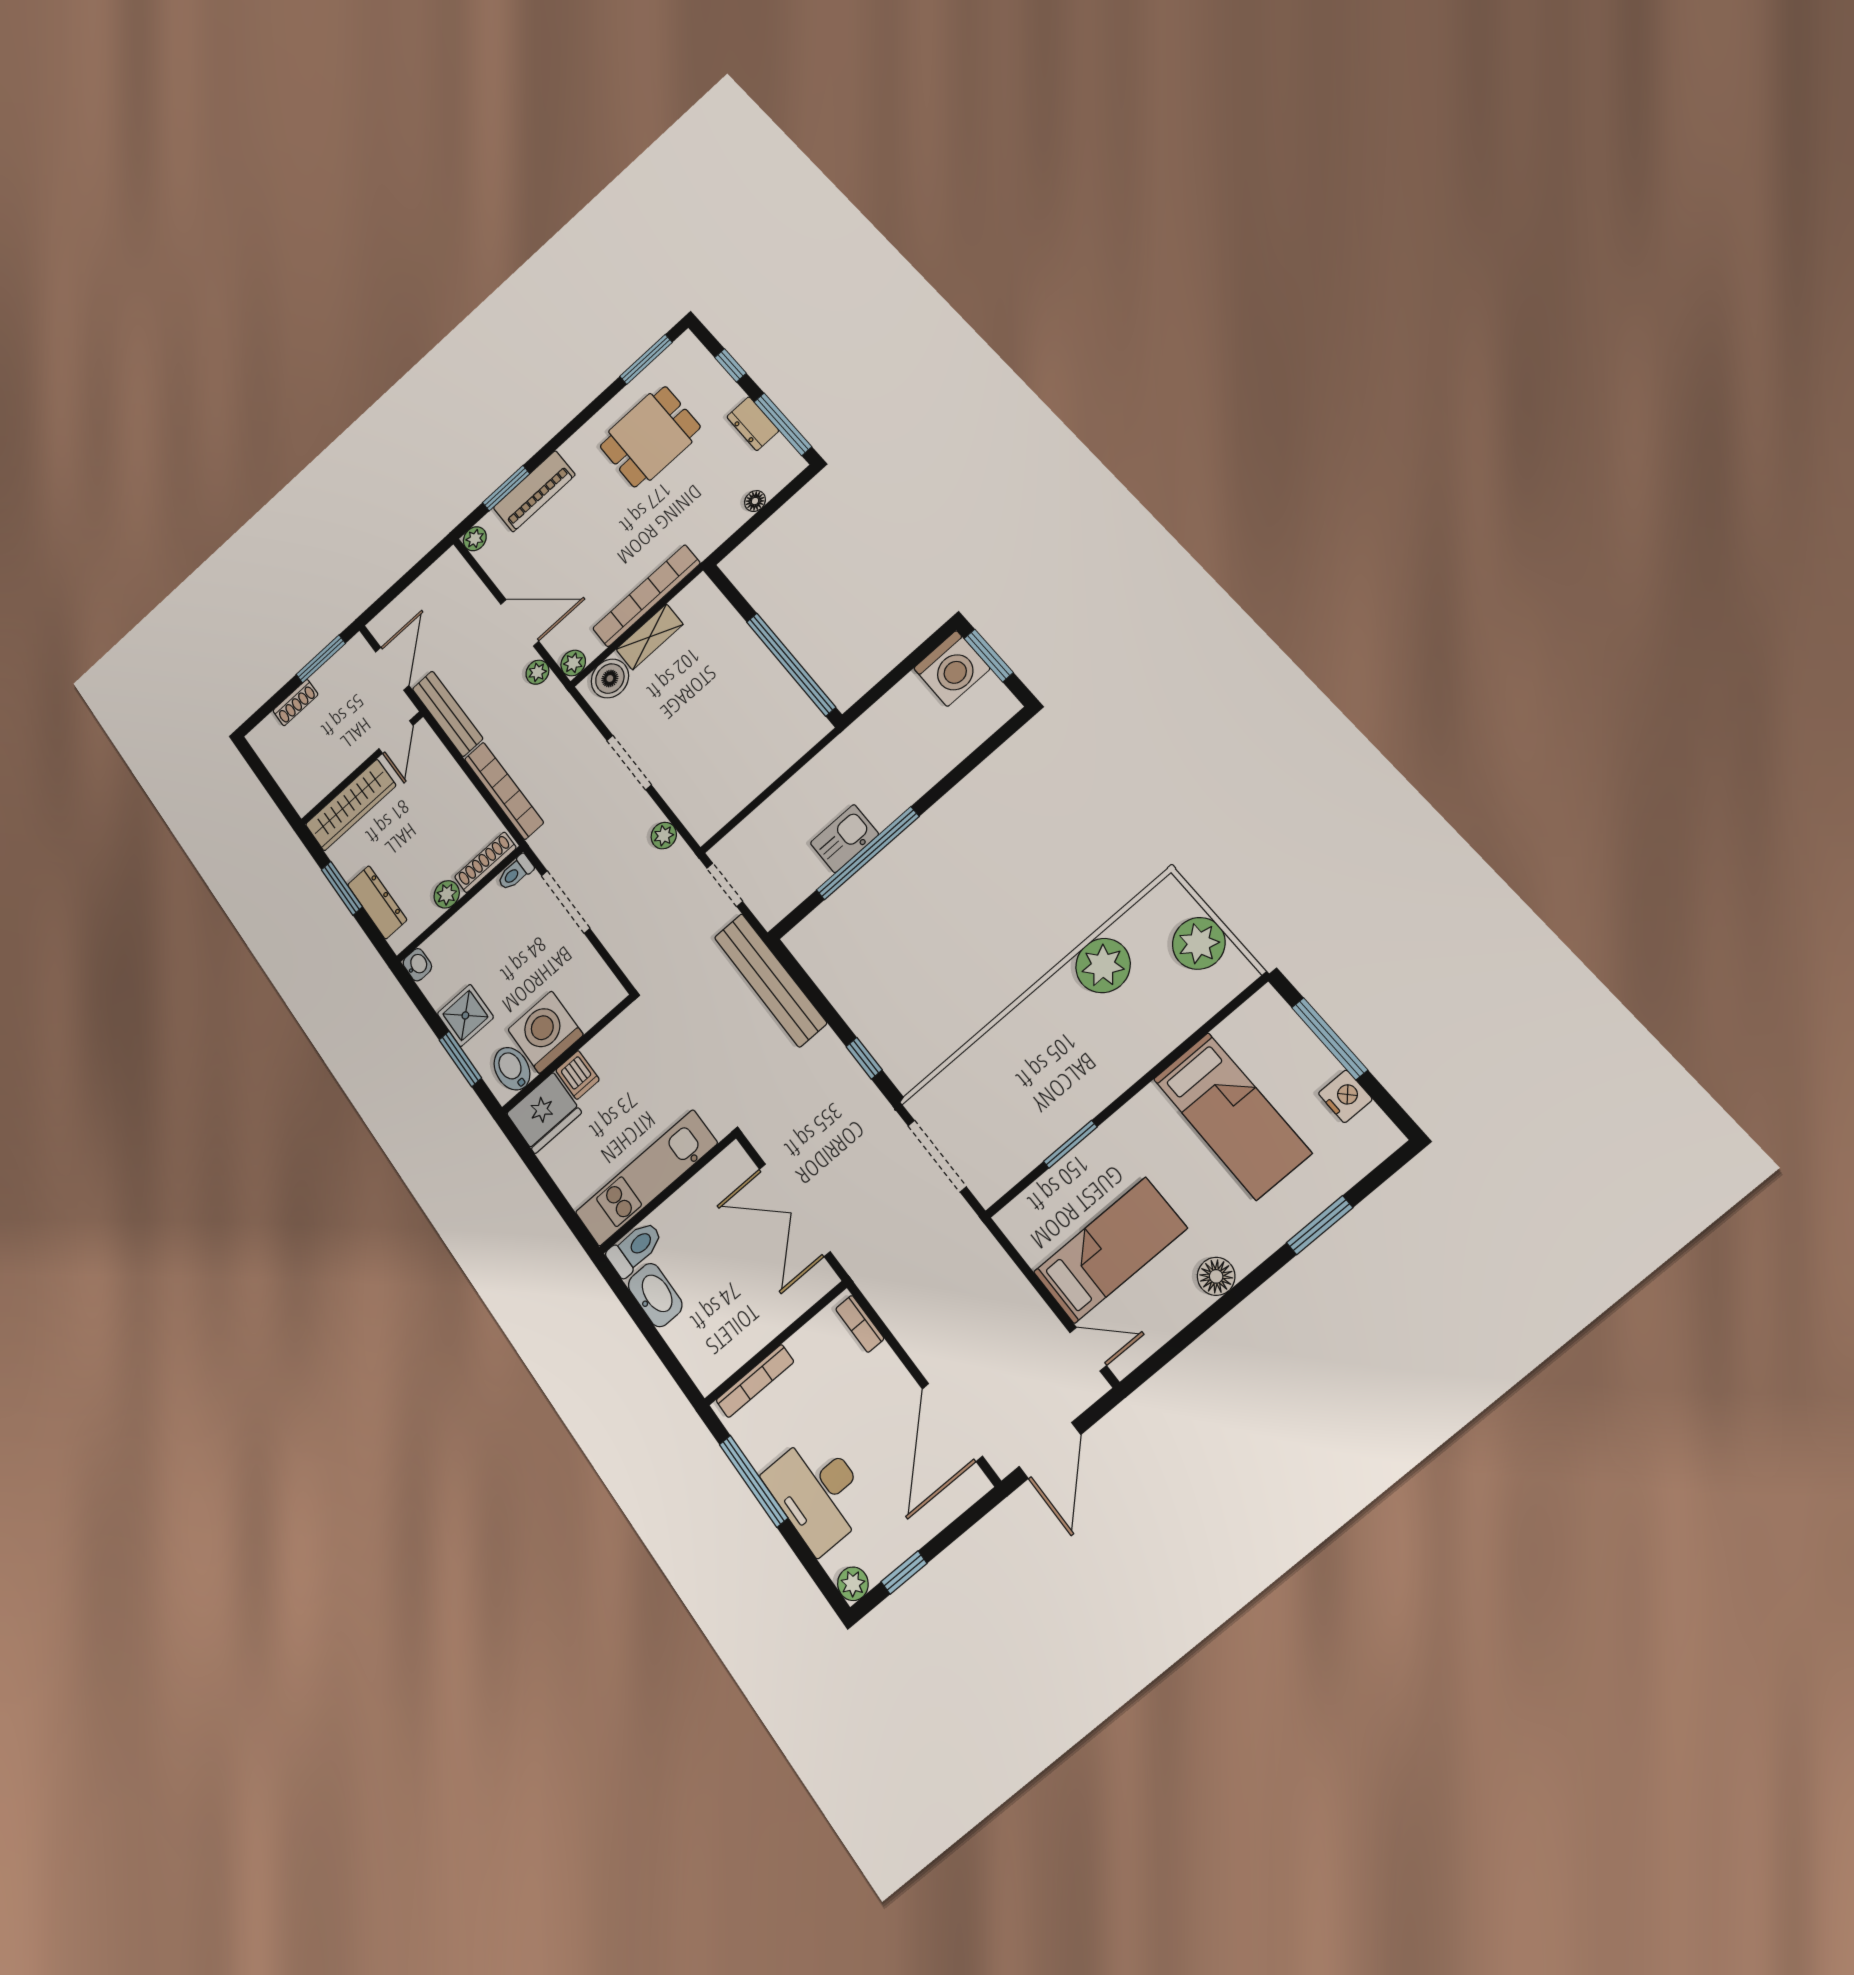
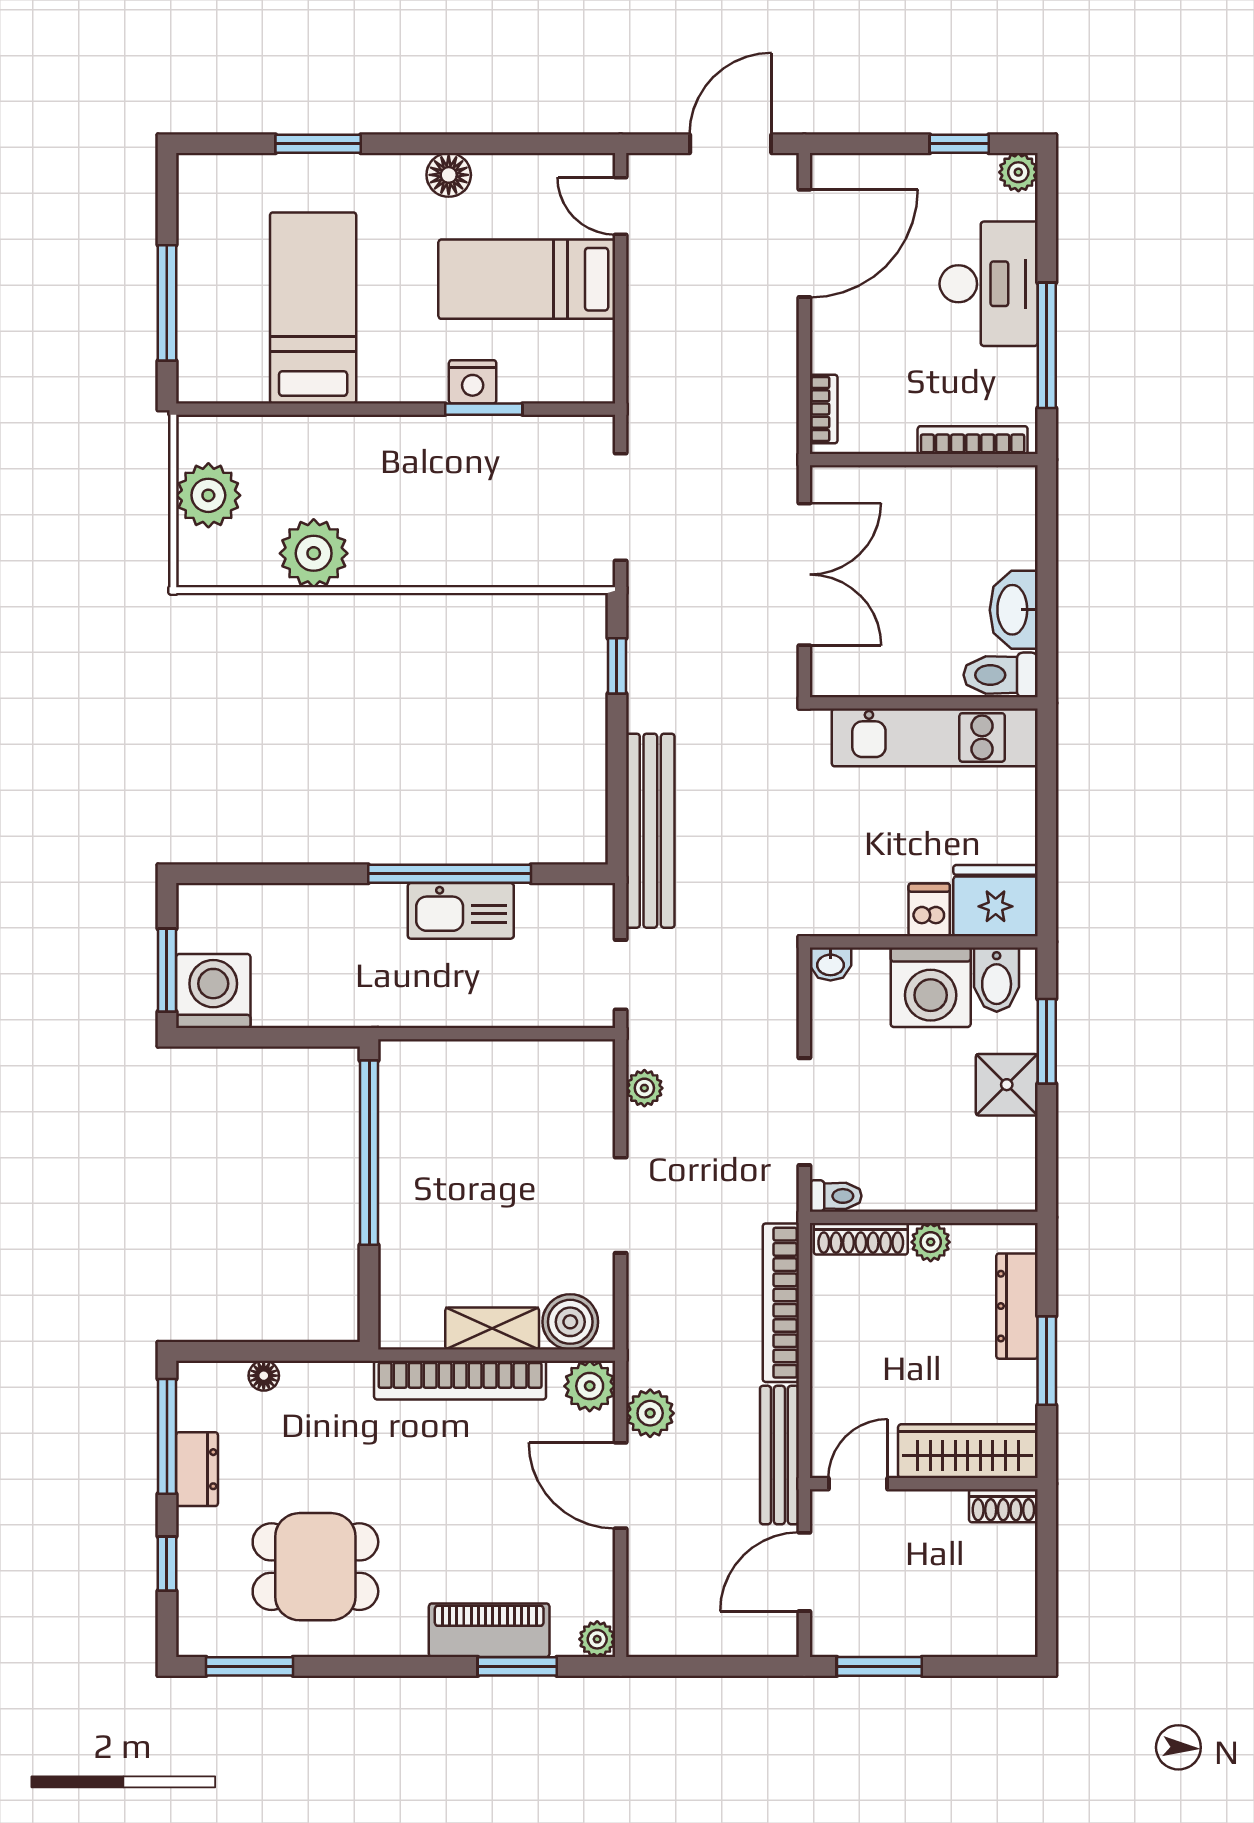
plant: (573, 663) -> (590, 1386), width x1.38, depth x1.38
plant: (537, 672) -> (650, 1413), width x1.38, depth x1.38
shoe rack: (296, 703) -> (1003, 1506), moved, turned 180
kitchen sink: (844, 839) -> (461, 911), width x1.38
washbasin: (417, 965) -> (830, 964), moved, turned -90
nightstand: (1345, 1096) -> (473, 382), moved, turned -90

